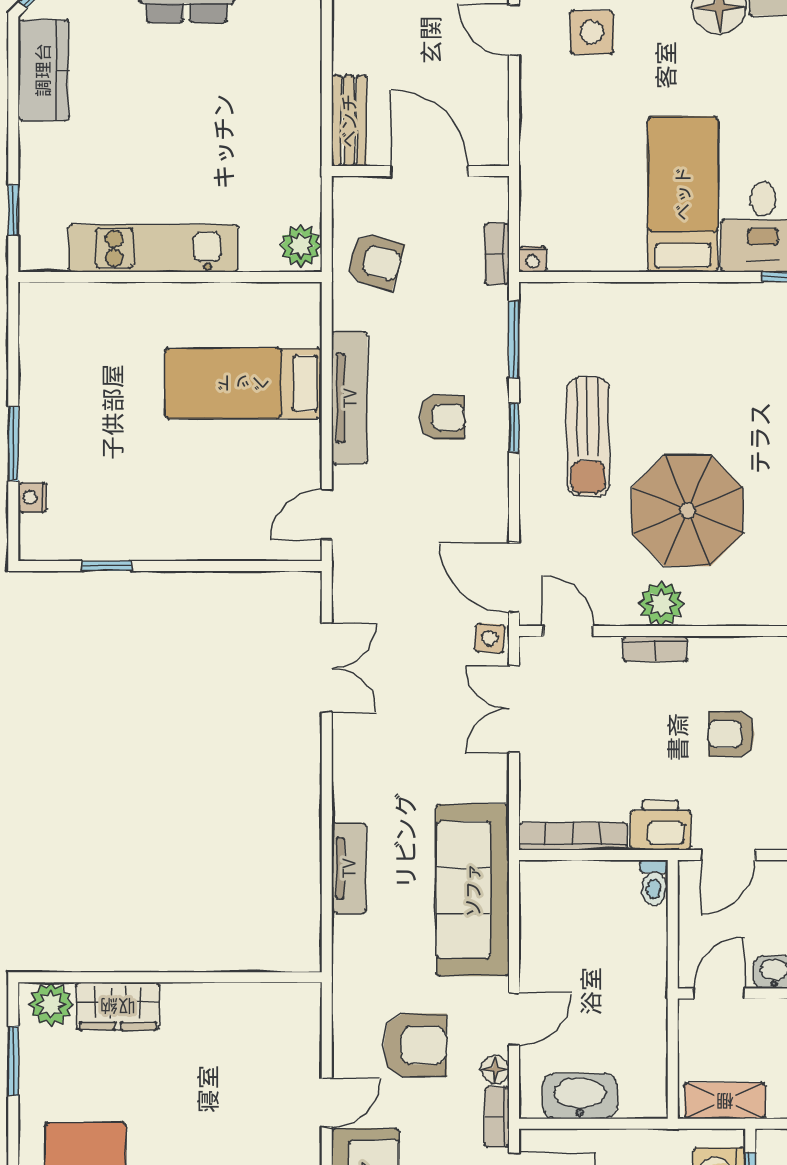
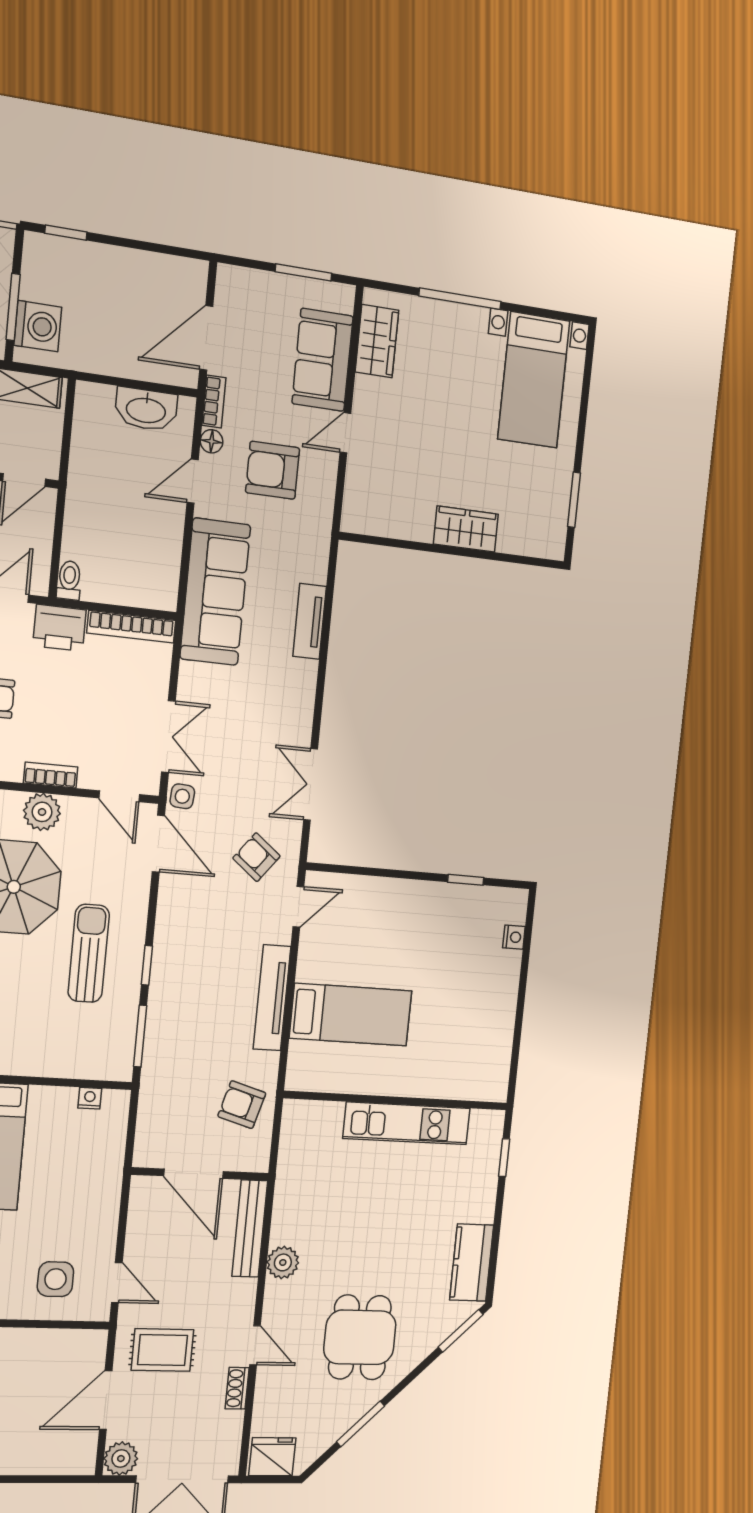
bench: (349, 121) -> (250, 1229), width x1.36
plant: (301, 246) -> (283, 1262), moved
bookcase: (497, 254) -> (147, 1105), removed
nightstand: (533, 259) -> (90, 1098), moved
armchair: (442, 417) -> (256, 857), moved, turned 38
window: (13, 444) -> (523, 979), removed
plant: (51, 1004) -> (542, 541), removed
wardrobe: (118, 1006) -> (466, 529), moved

